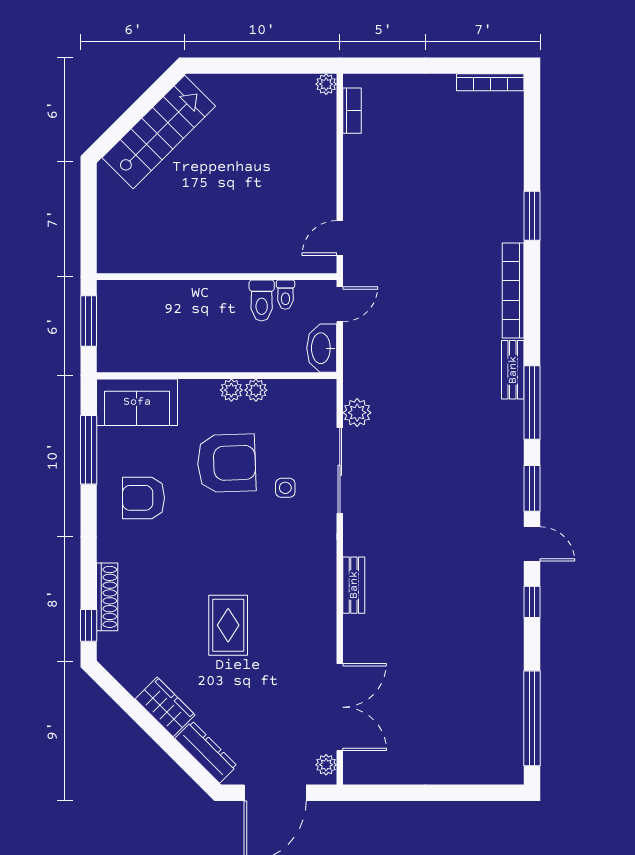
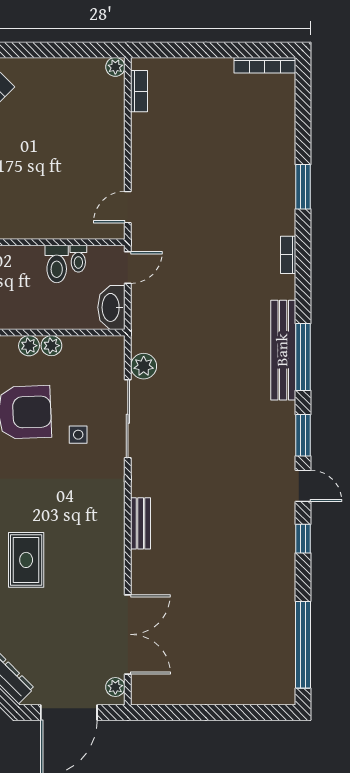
bookcase: (513, 291) -> (288, 255), width x0.43, depth x0.76
bench: (513, 370) -> (283, 350), width x1.86, depth x1.21

